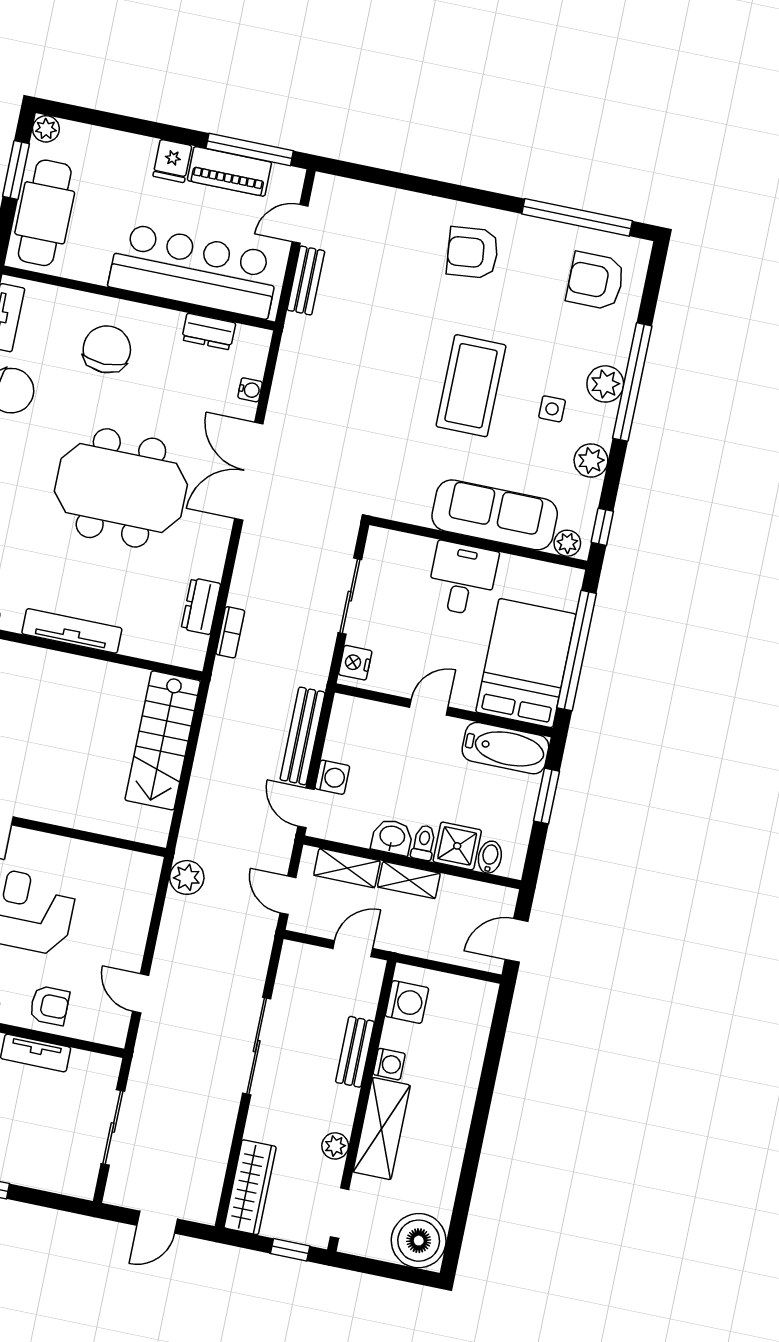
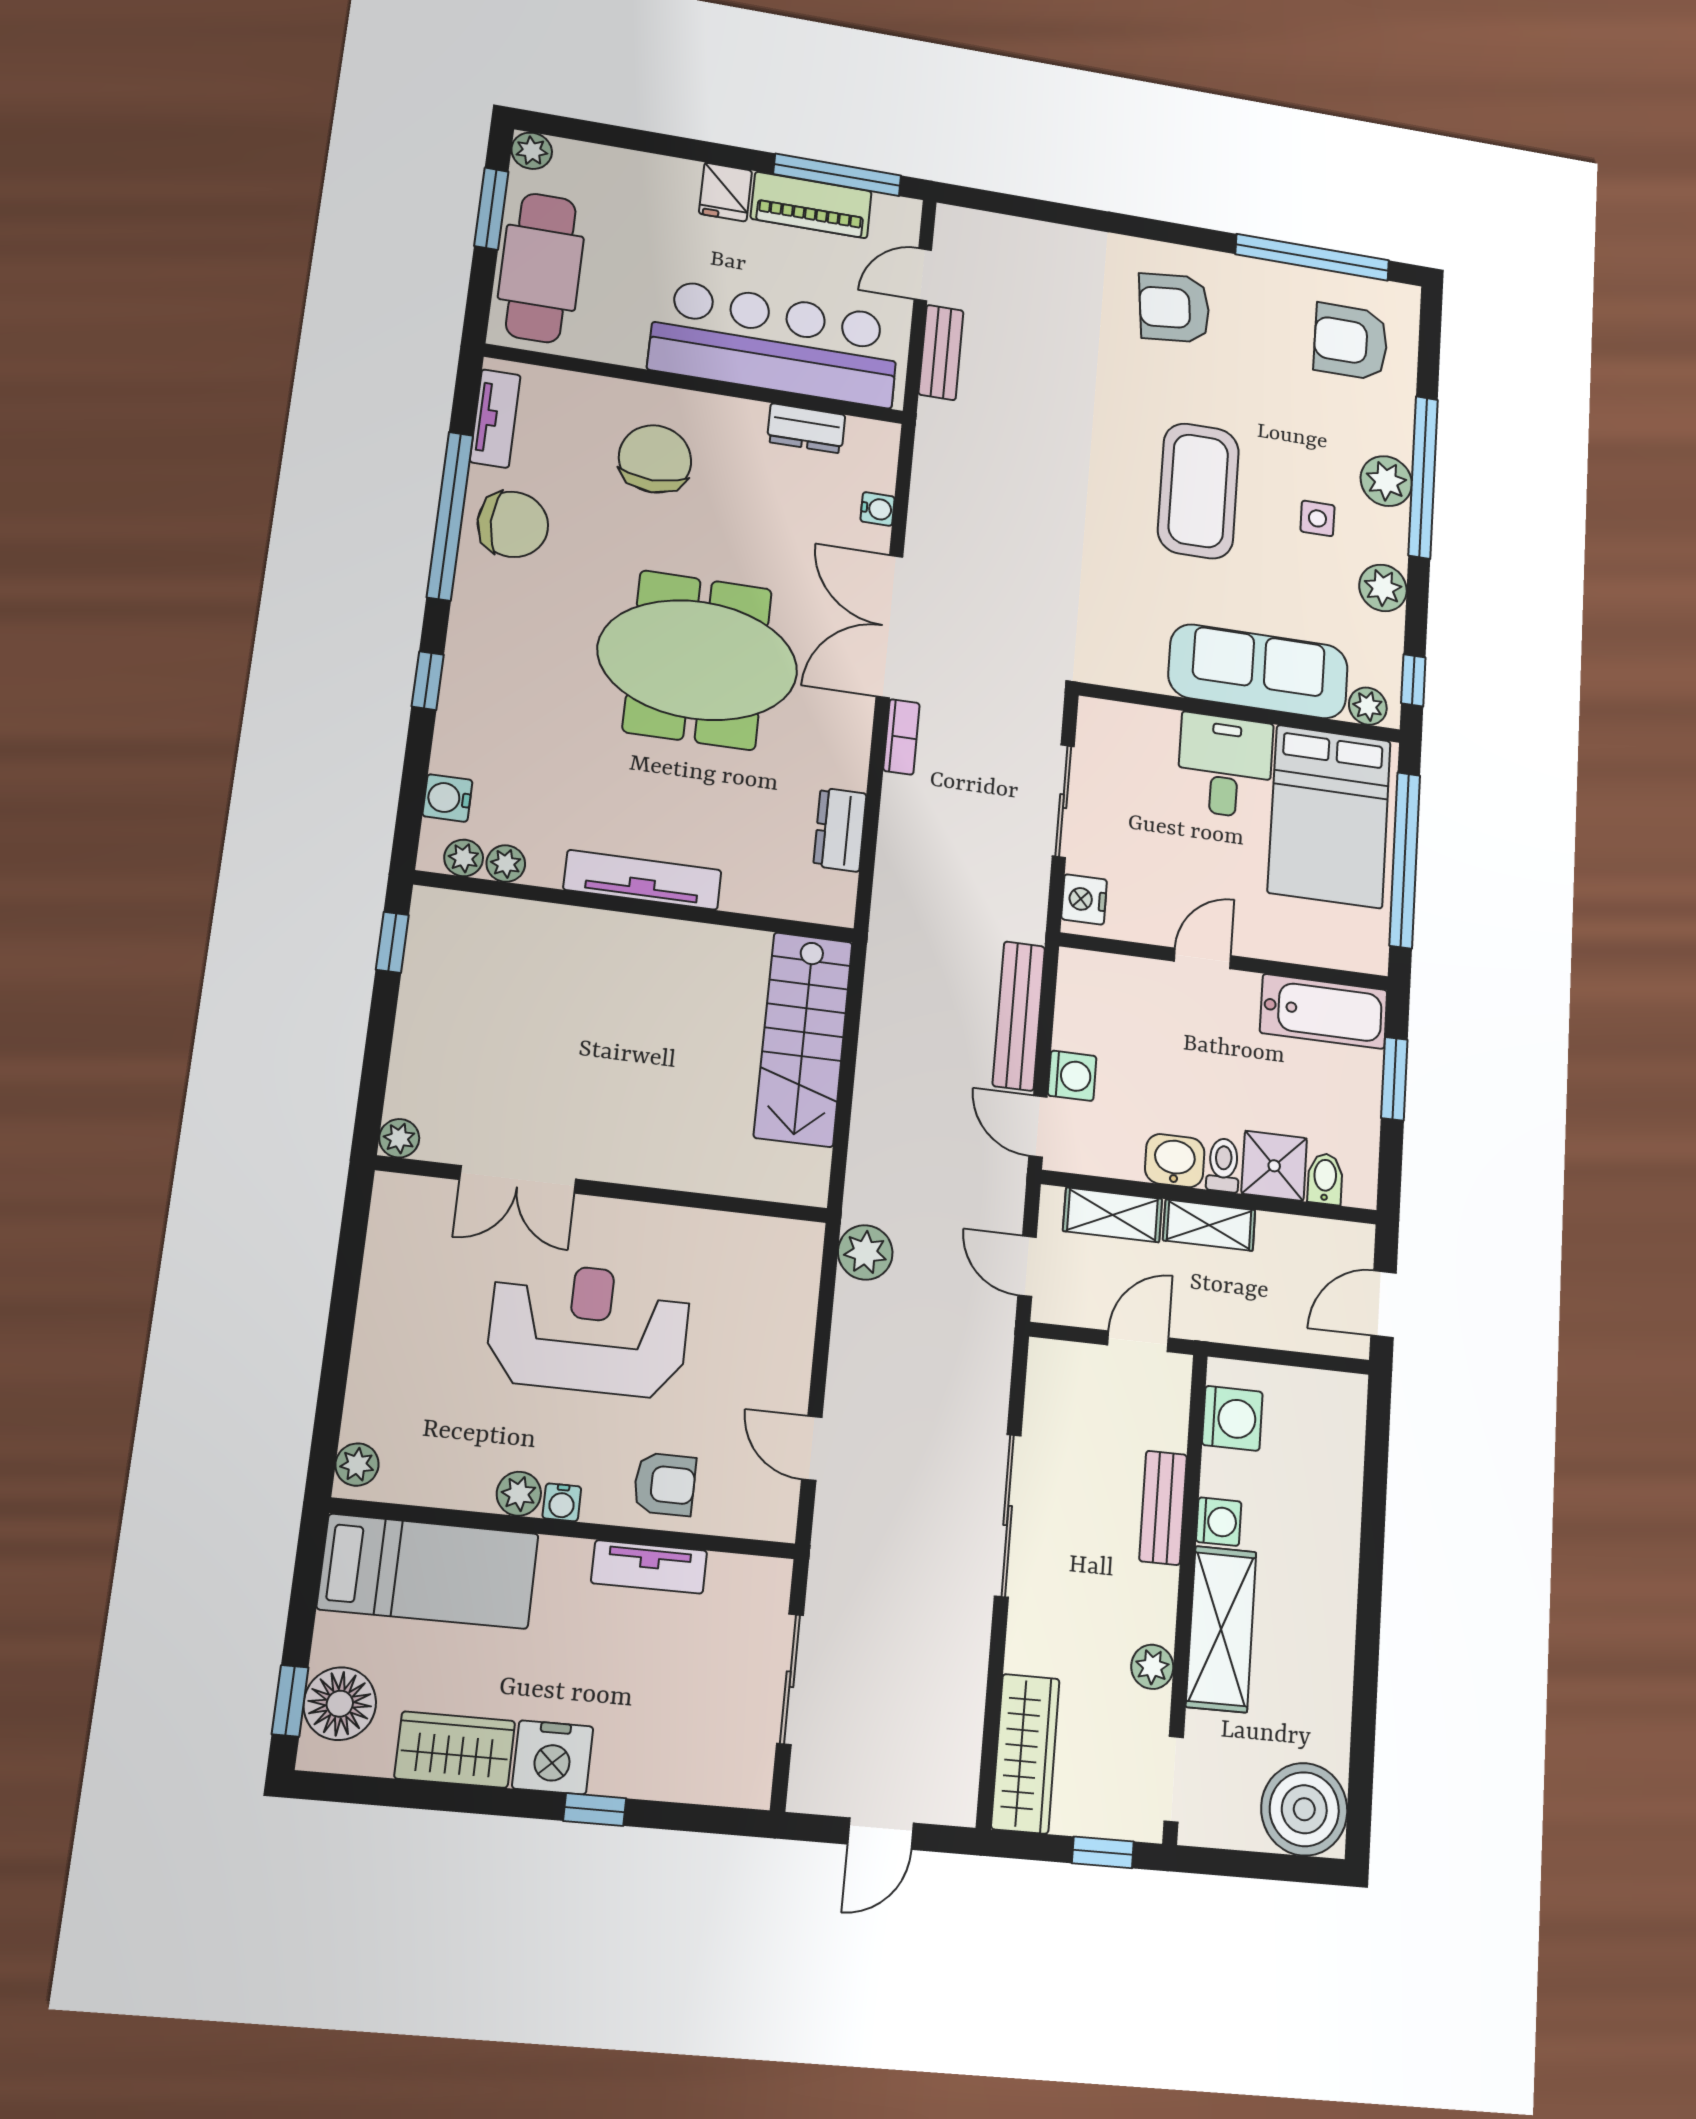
bookcase: (230, 632) -> (901, 737), moved
bed: (526, 663) -> (1329, 816), moved, turned 180

